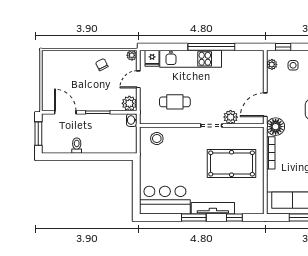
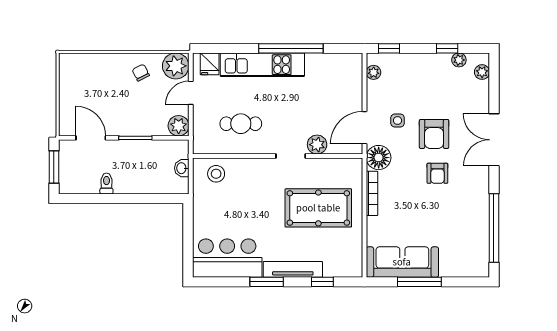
plant: (132, 55) -> (176, 66), width x1.88, depth x1.88
side table: (293, 65) -> (398, 121), moved
washbasin: (132, 120) -> (182, 168), moved

